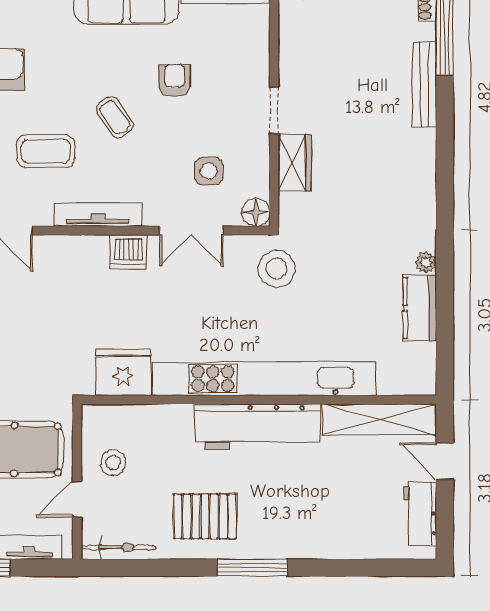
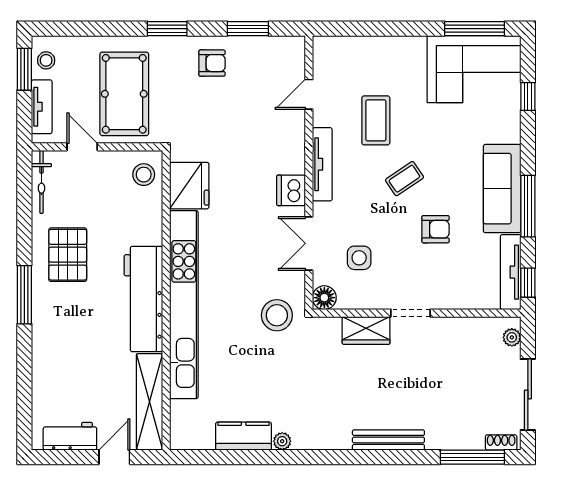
bench: (424, 84) -> (388, 440), moved
stool: (113, 463) -> (144, 175), moved

